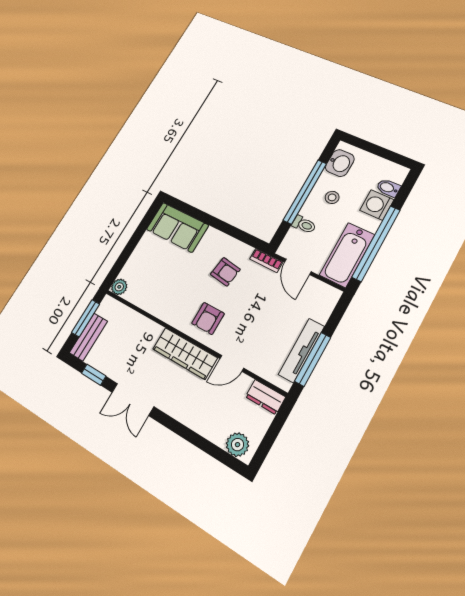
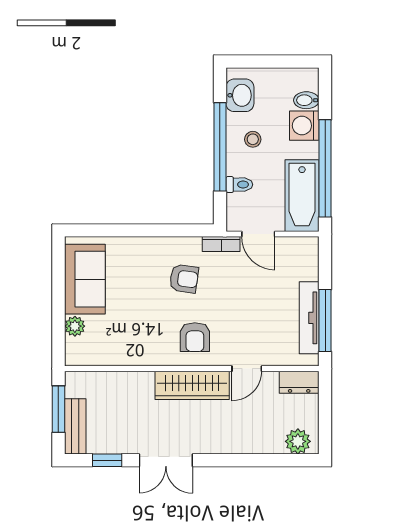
sofa: (177, 227) -> (85, 279), moved, turned -90
plant: (119, 287) -> (75, 326), moved

